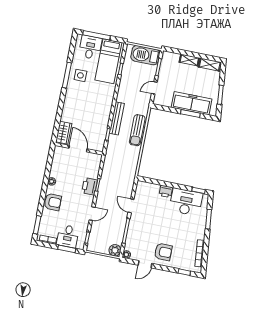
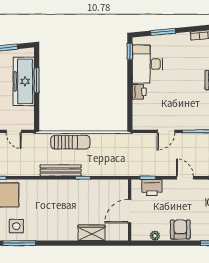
door: (78, 149) -> (130, 211), moved
wall: (79, 149) -> (130, 210), moved

